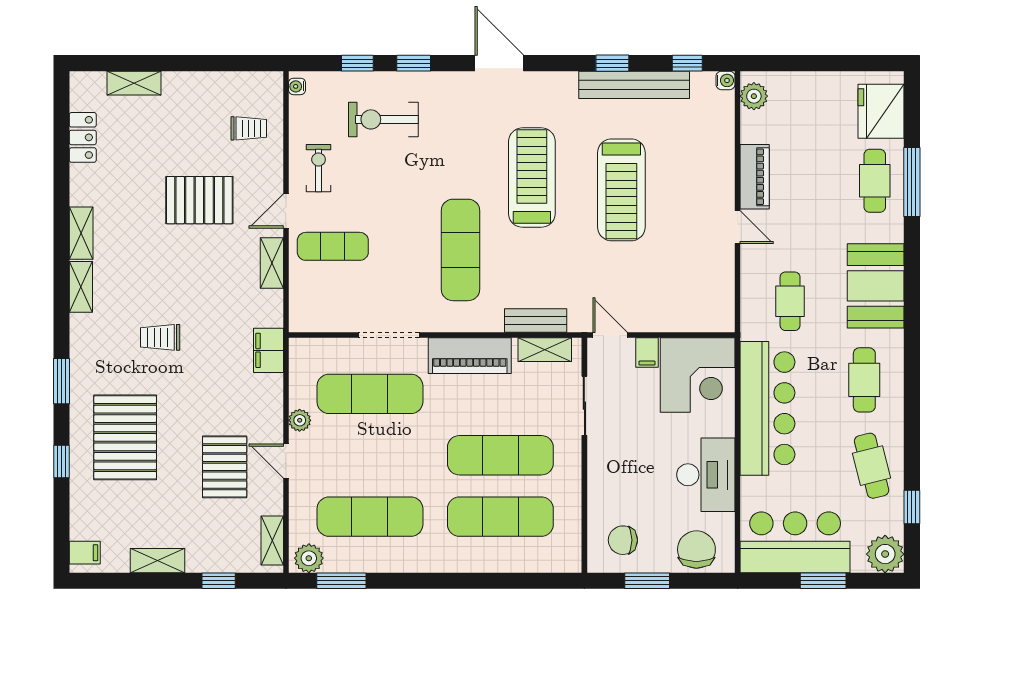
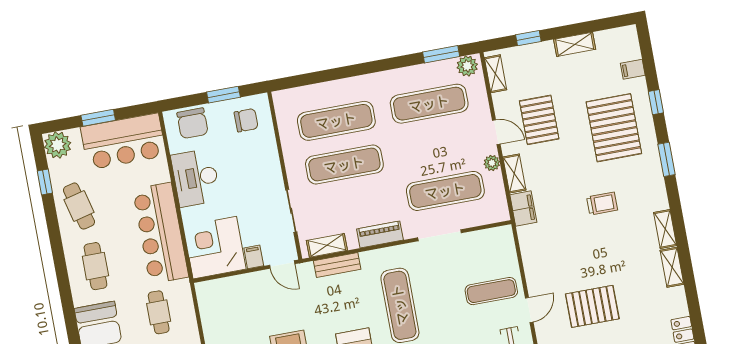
shelving: (272, 263) -> (514, 174), moved
piano: (470, 356) -> (380, 234), width x0.73, depth x0.75
filing cabinet: (85, 553) -> (633, 69), moved

